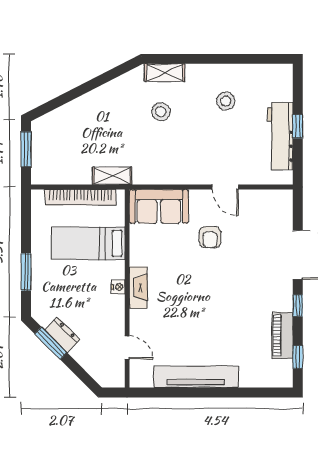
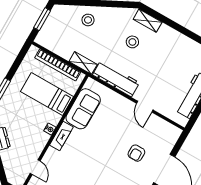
stool: (226, 101) -> (88, 20), moved
workbench: (167, 172) -> (116, 79), added
sofa: (159, 206) -> (83, 109), moved, turned -90
armchair: (210, 237) -> (136, 153), moved

